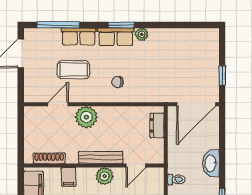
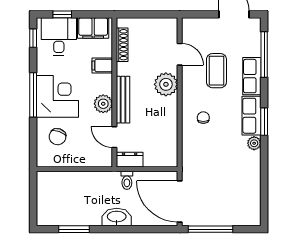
window: (222, 75) -> (210, 229), width x2.17
dresser: (157, 125) -> (130, 160), moved
toilet: (176, 179) -> (127, 180), moved

